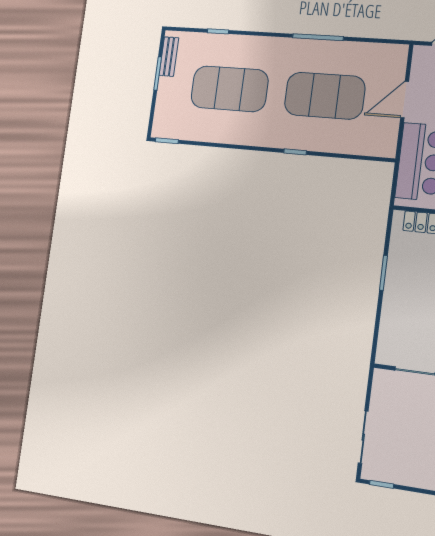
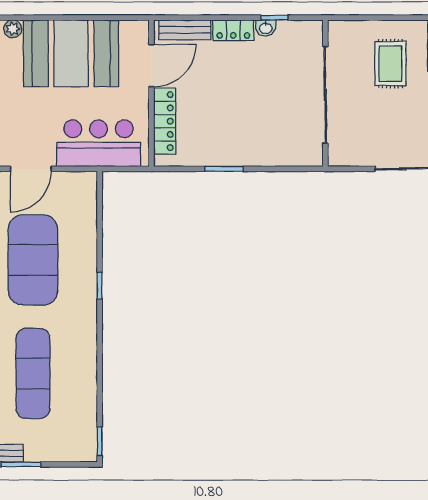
exercise mat: (229, 89) -> (33, 373), width x0.68
door: (405, 100) -> (31, 169), hinge flipped

